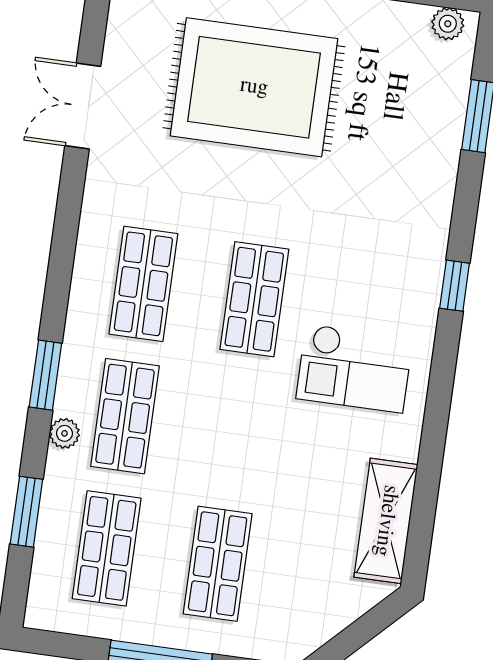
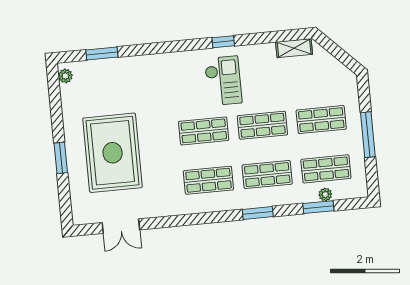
double door: (83, 106) -> (121, 226), moved
window: (455, 286) -> (223, 42), moved
shop shelf: (236, 432) -> (262, 125), added
plant: (64, 433) -> (325, 195), moved
shelving: (386, 521) -> (294, 48), width x0.67, depth x0.75

